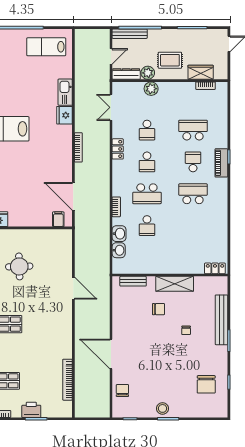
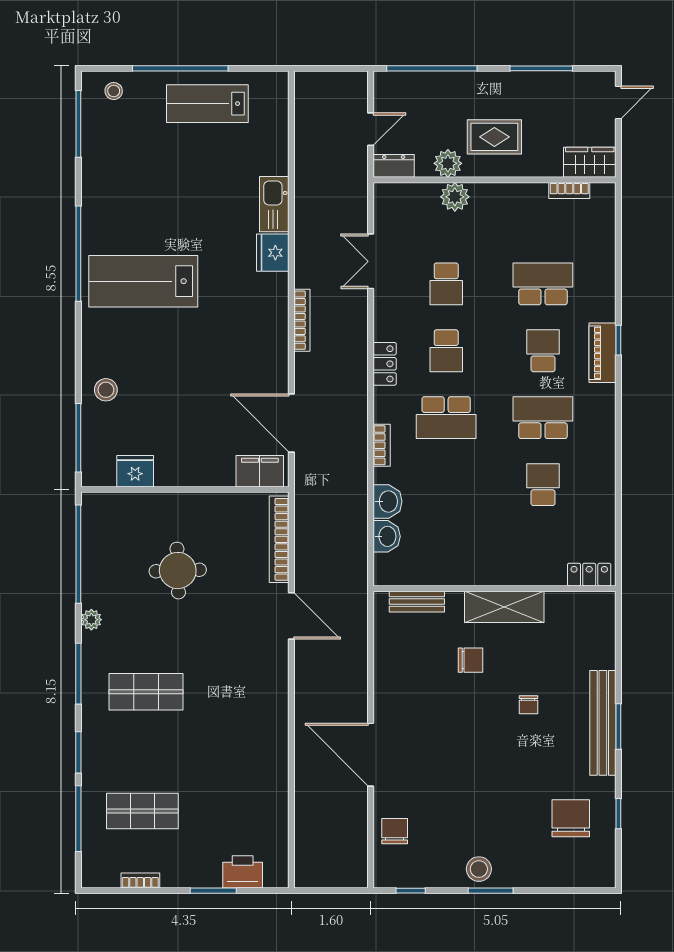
bench: (130, 34) -> (410, 81), removed
lab bench: (46, 47) -> (207, 104), moved
wardrobe: (201, 72) -> (590, 162), moved
dresser: (126, 74) -> (394, 166), width x0.70
double door: (111, 107) -> (371, 261), moved
locker: (118, 149) -> (385, 364), moved
filing cabinet: (58, 219) -> (260, 471), width x2.00
school desk: (147, 226) -> (543, 485), moved, turned 180
bench: (221, 320) -> (603, 723), moved
bookcase: (67, 380) -> (279, 539), moved
chair: (206, 384) -> (571, 818), turned 180
printer: (31, 410) -> (243, 872), moved

